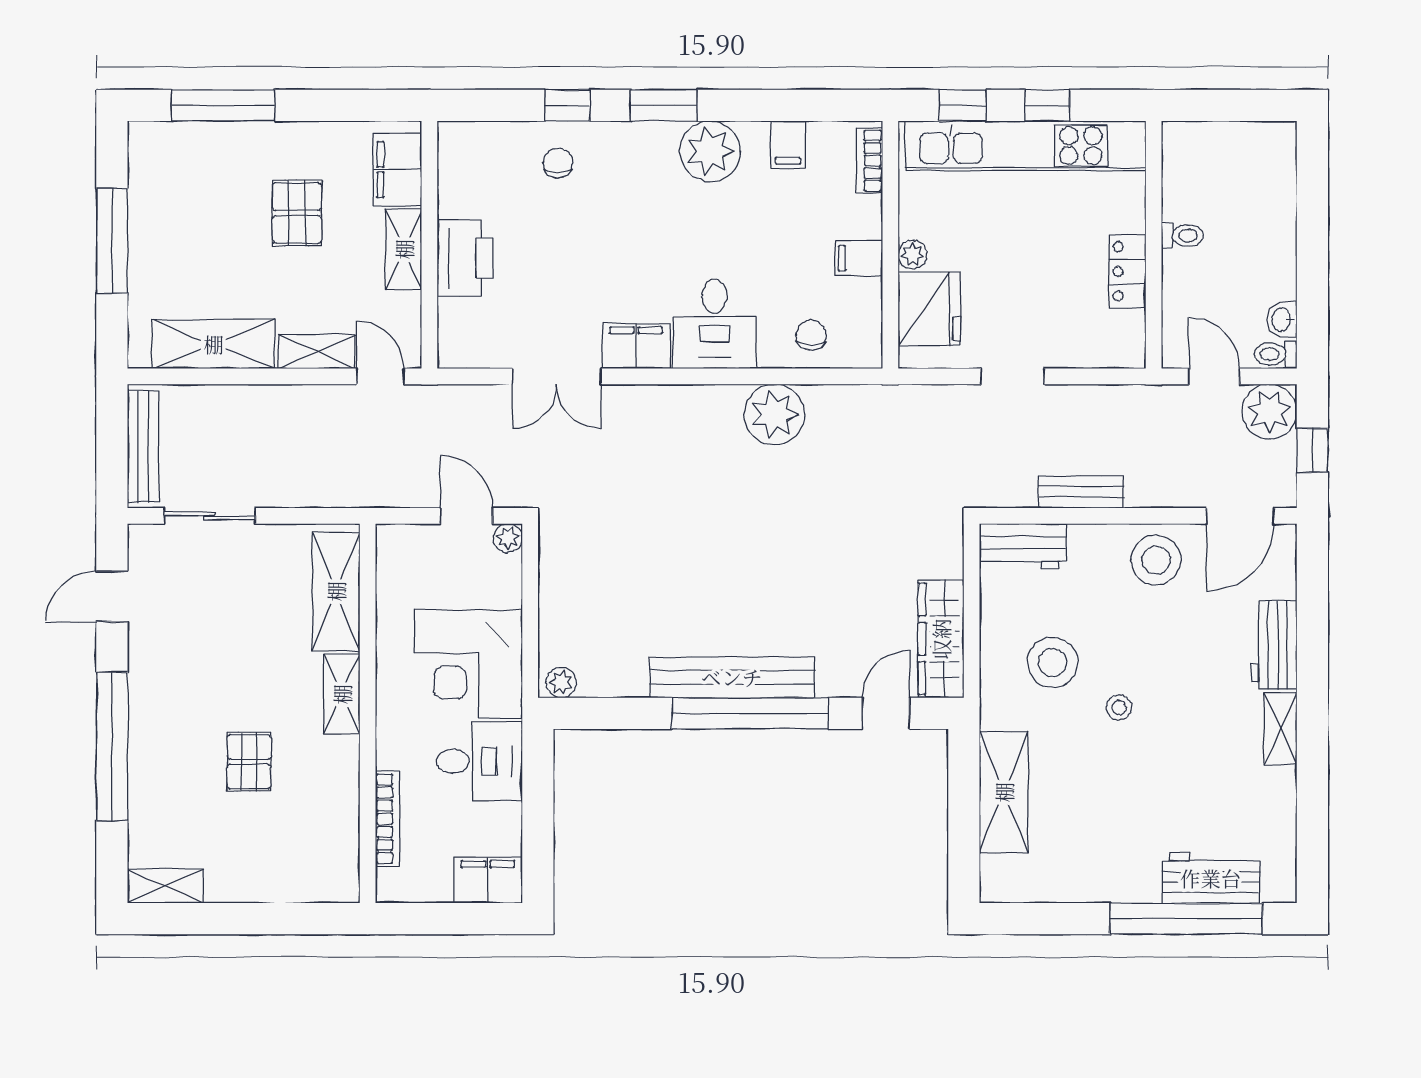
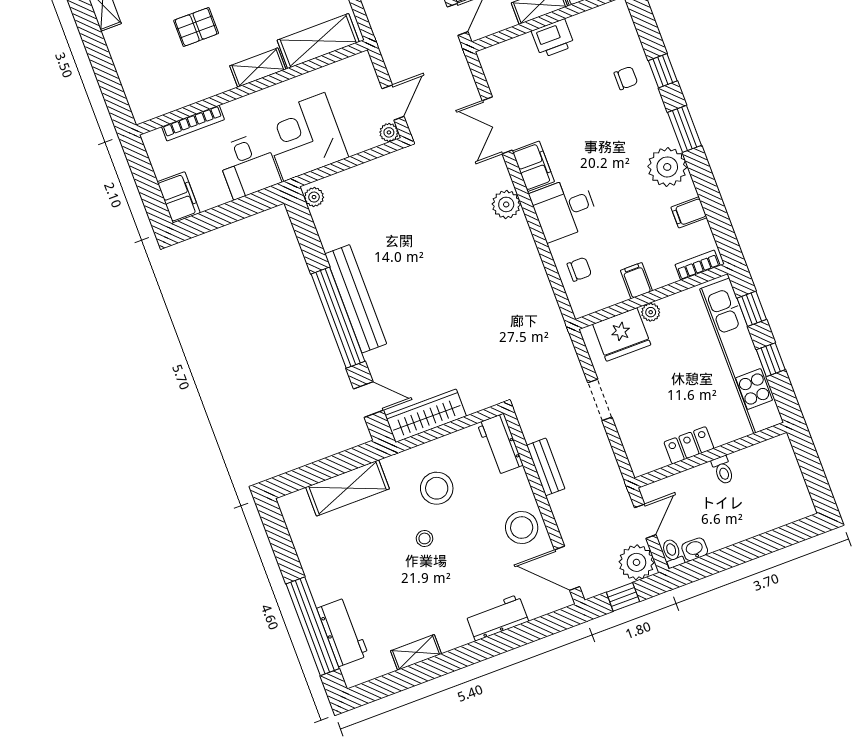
printer: (465, 258) -> (553, 38), width x0.73, depth x0.84
plant: (774, 415) -> (506, 204), moved, width x0.73, depth x0.73
shelving: (1281, 729) -> (416, 652), moved

